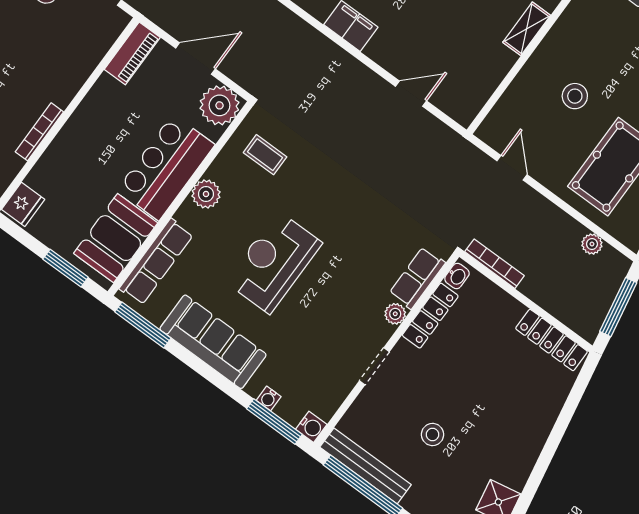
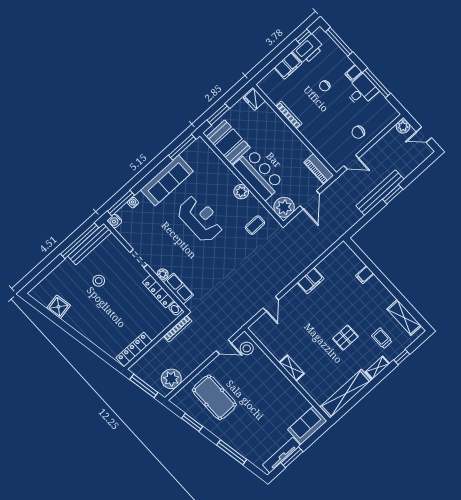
stool: (575, 96) -> (247, 348), moved
plant: (592, 244) -> (171, 379), width x1.87, depth x1.87
row of seats: (156, 262) -> (212, 160), removed

